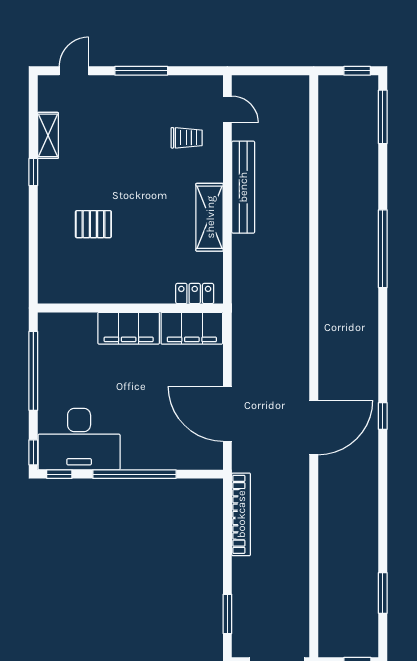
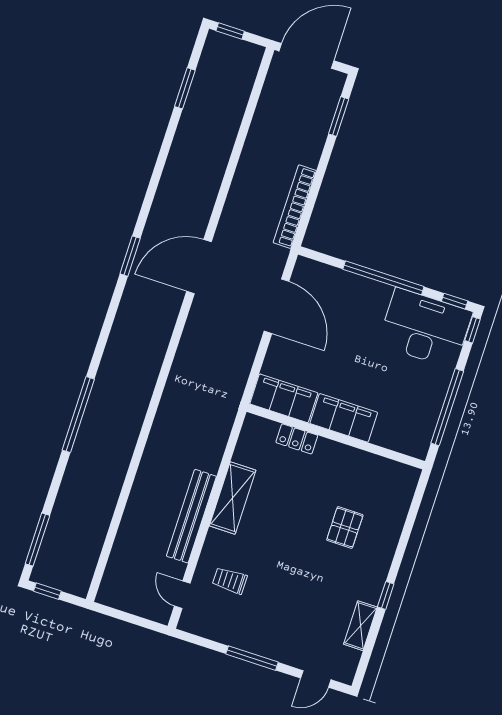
pallet: (93, 224) -> (345, 527), turned 90
locker: (195, 294) -> (297, 439), moved
window: (383, 416) -> (130, 256), width x1.50

